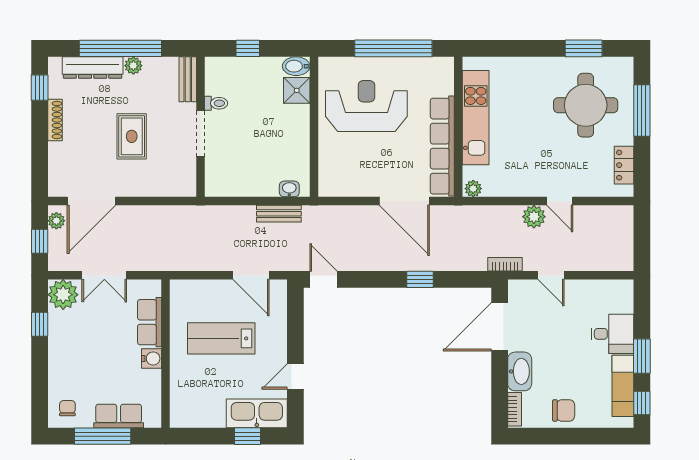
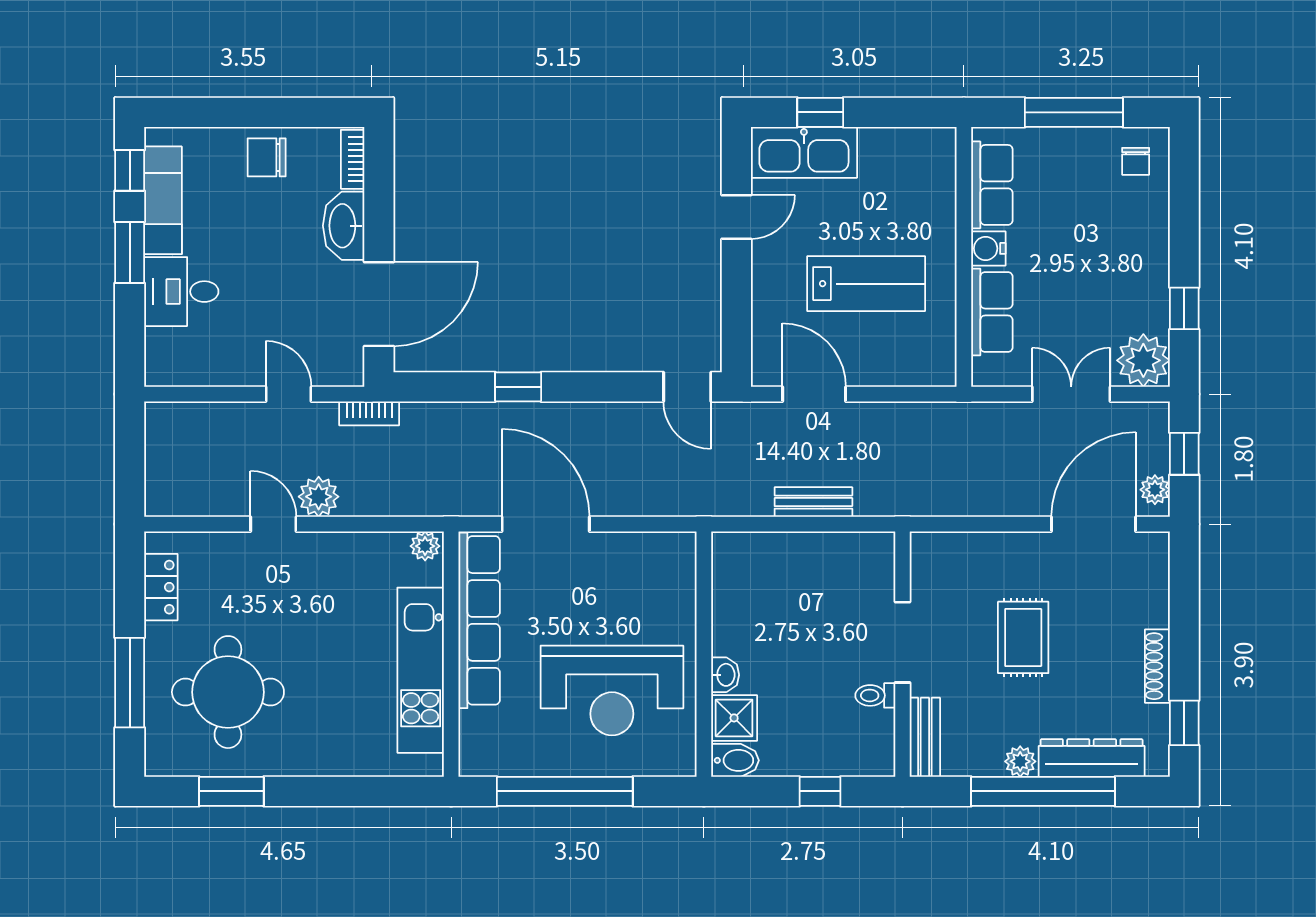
washbasin: (289, 189) -> (725, 675), moved, turned -90
bench: (279, 214) -> (813, 502), moved
row of seats: (119, 416) -> (992, 185), moved, turned -90

